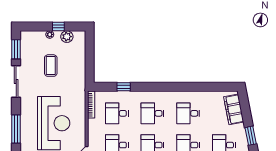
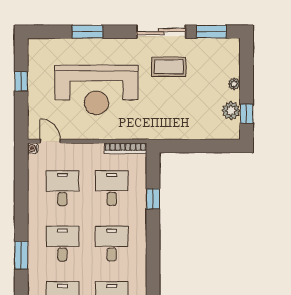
window: (58, 27) -> (247, 114), moved
coffee table: (51, 66) -> (169, 67), moved
window: (16, 129) -> (87, 32), width x0.69

